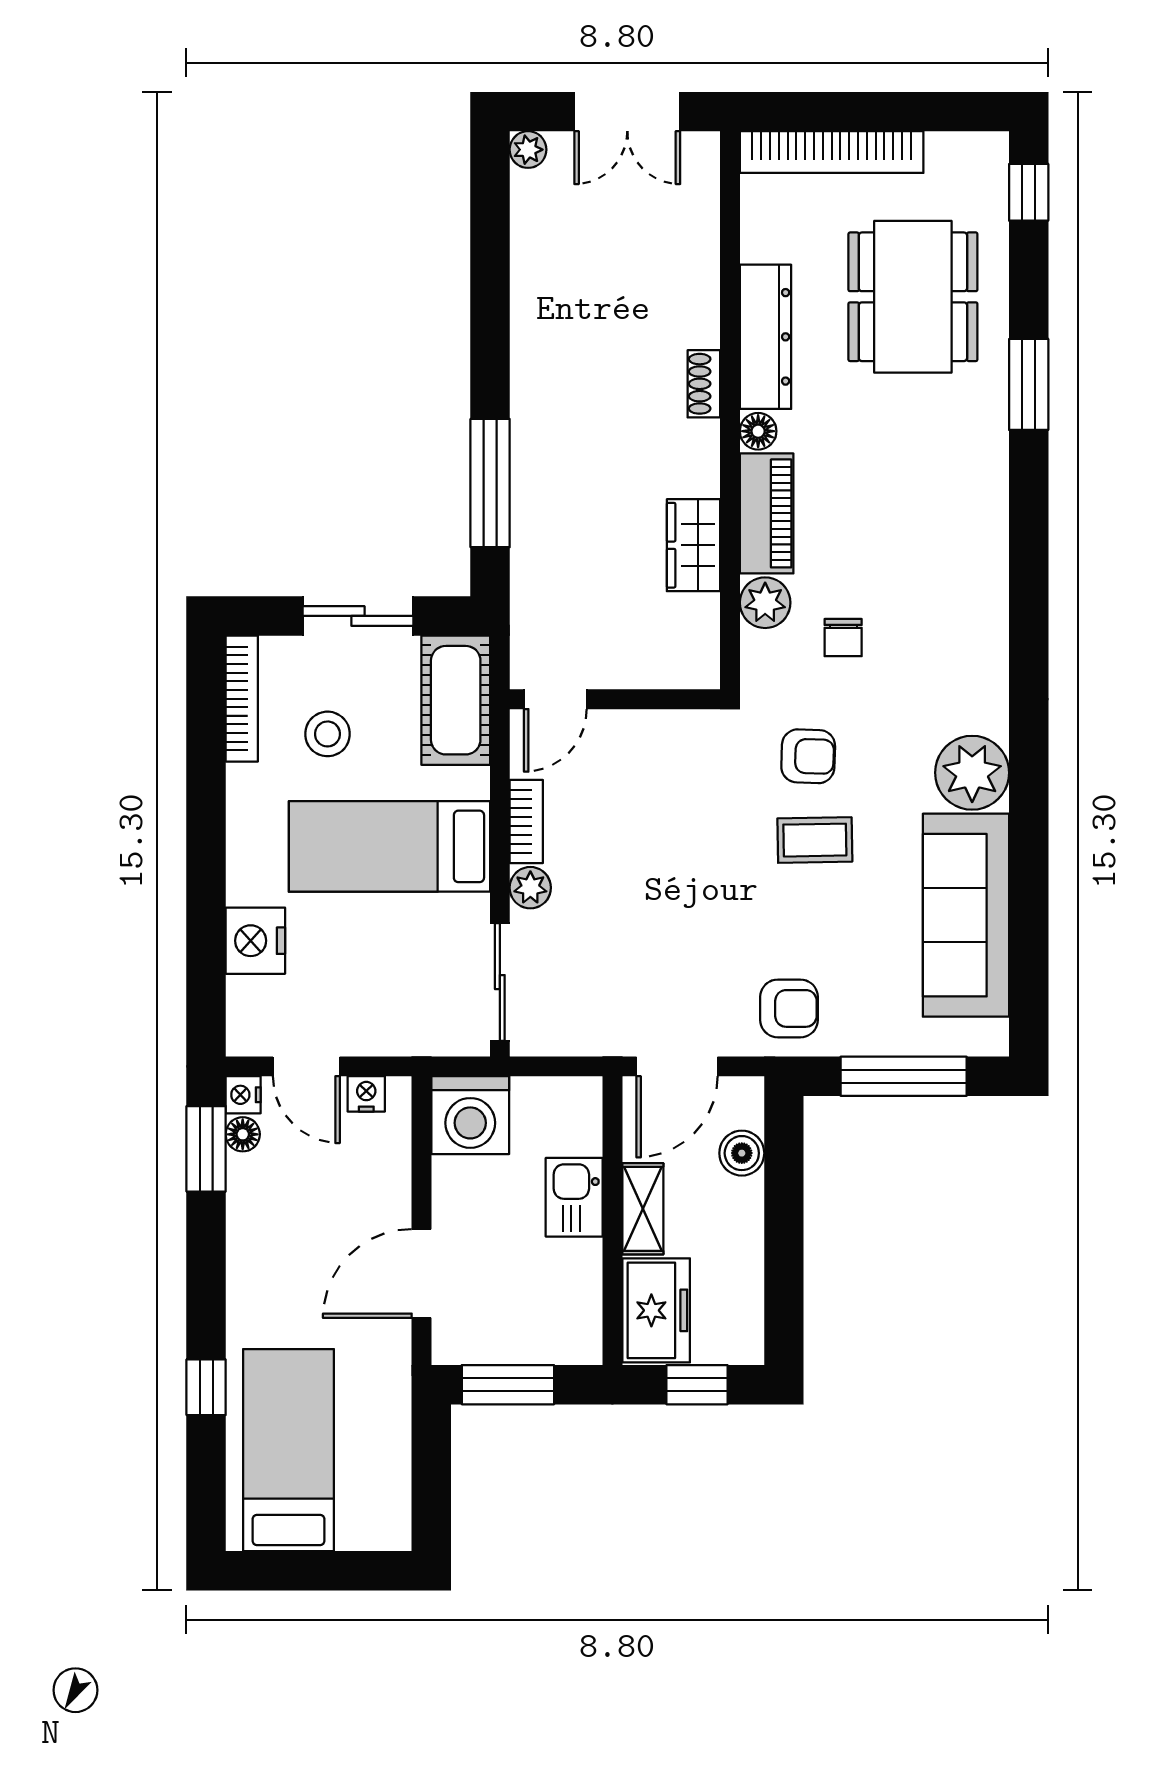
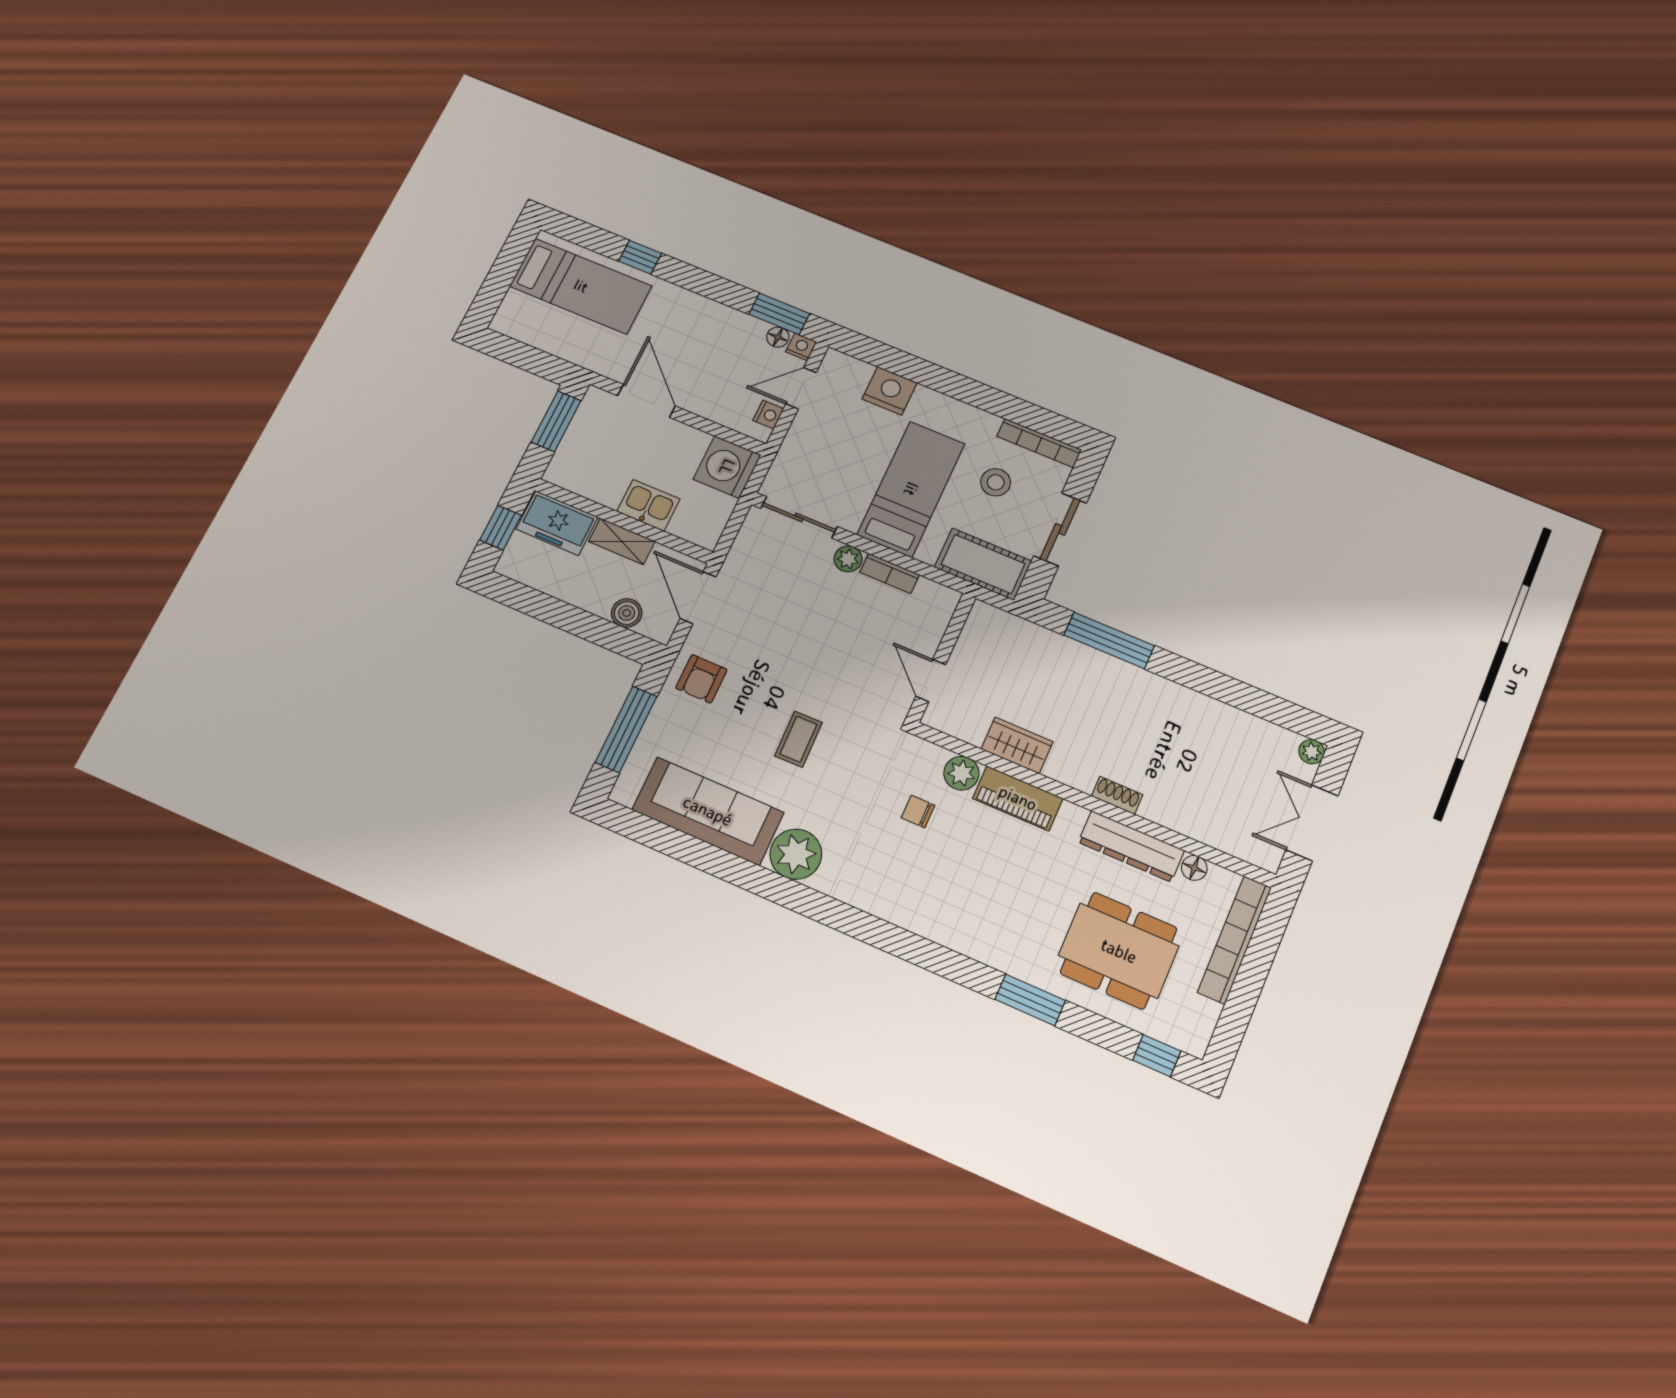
floor lamp: (758, 431) -> (1194, 868), moved
door: (555, 699) -> (931, 680), moved
armchair: (808, 756) -> (853, 758), removed

